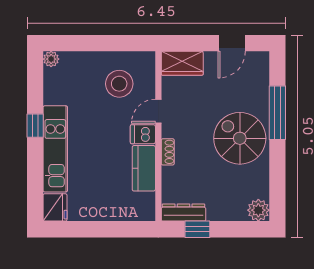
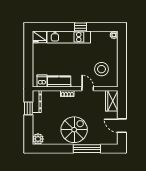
dishwasher: (143, 134) -> (42, 81), moved

